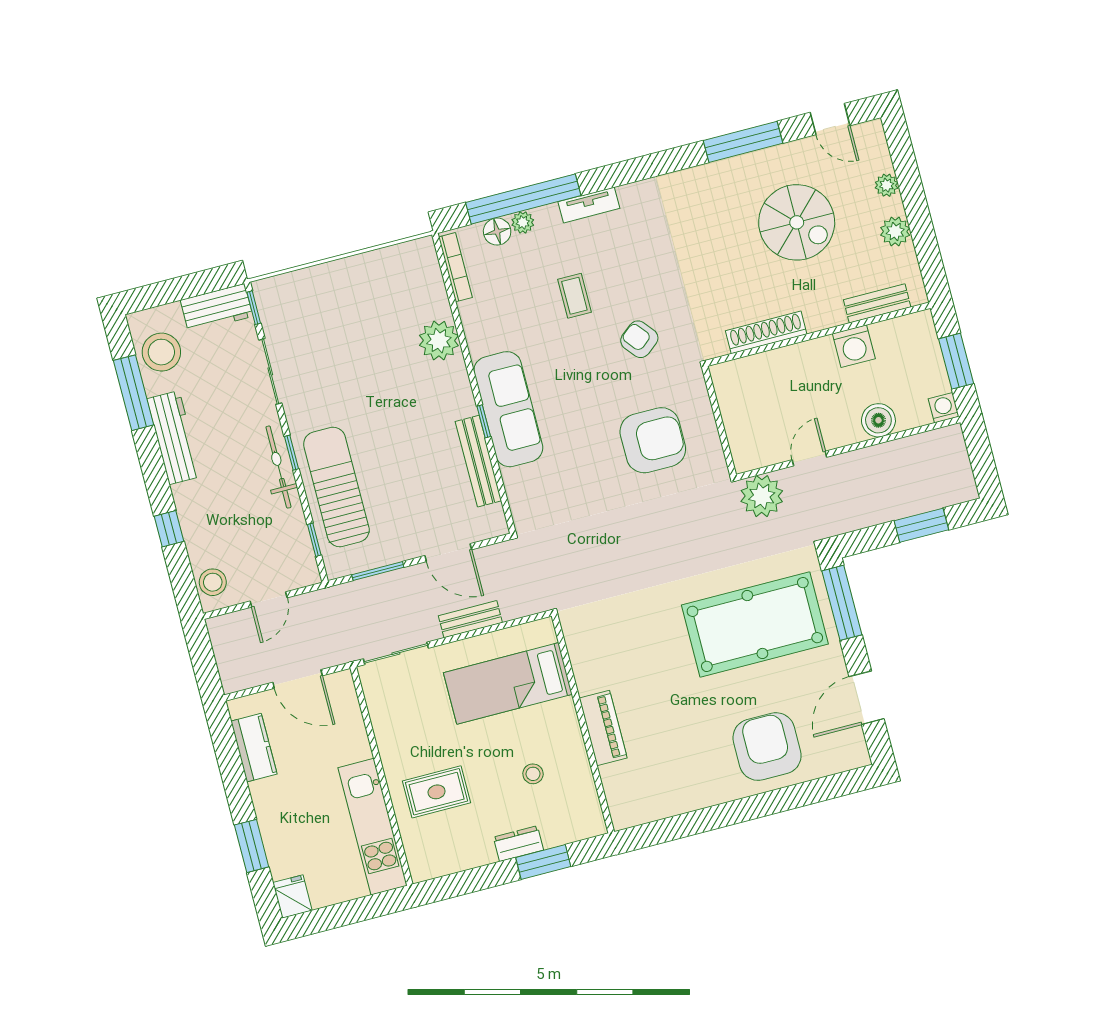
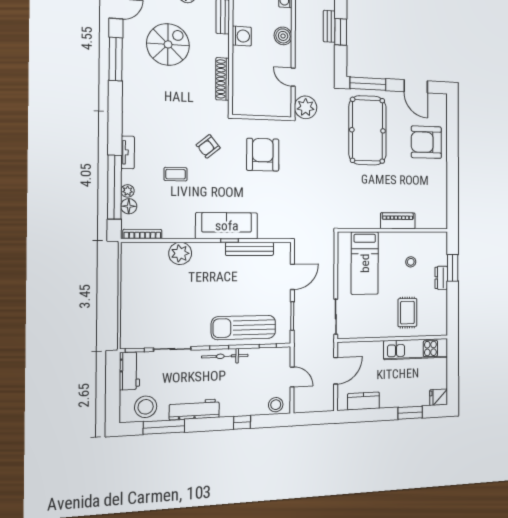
bench: (470, 619) -> (329, 26), moved

